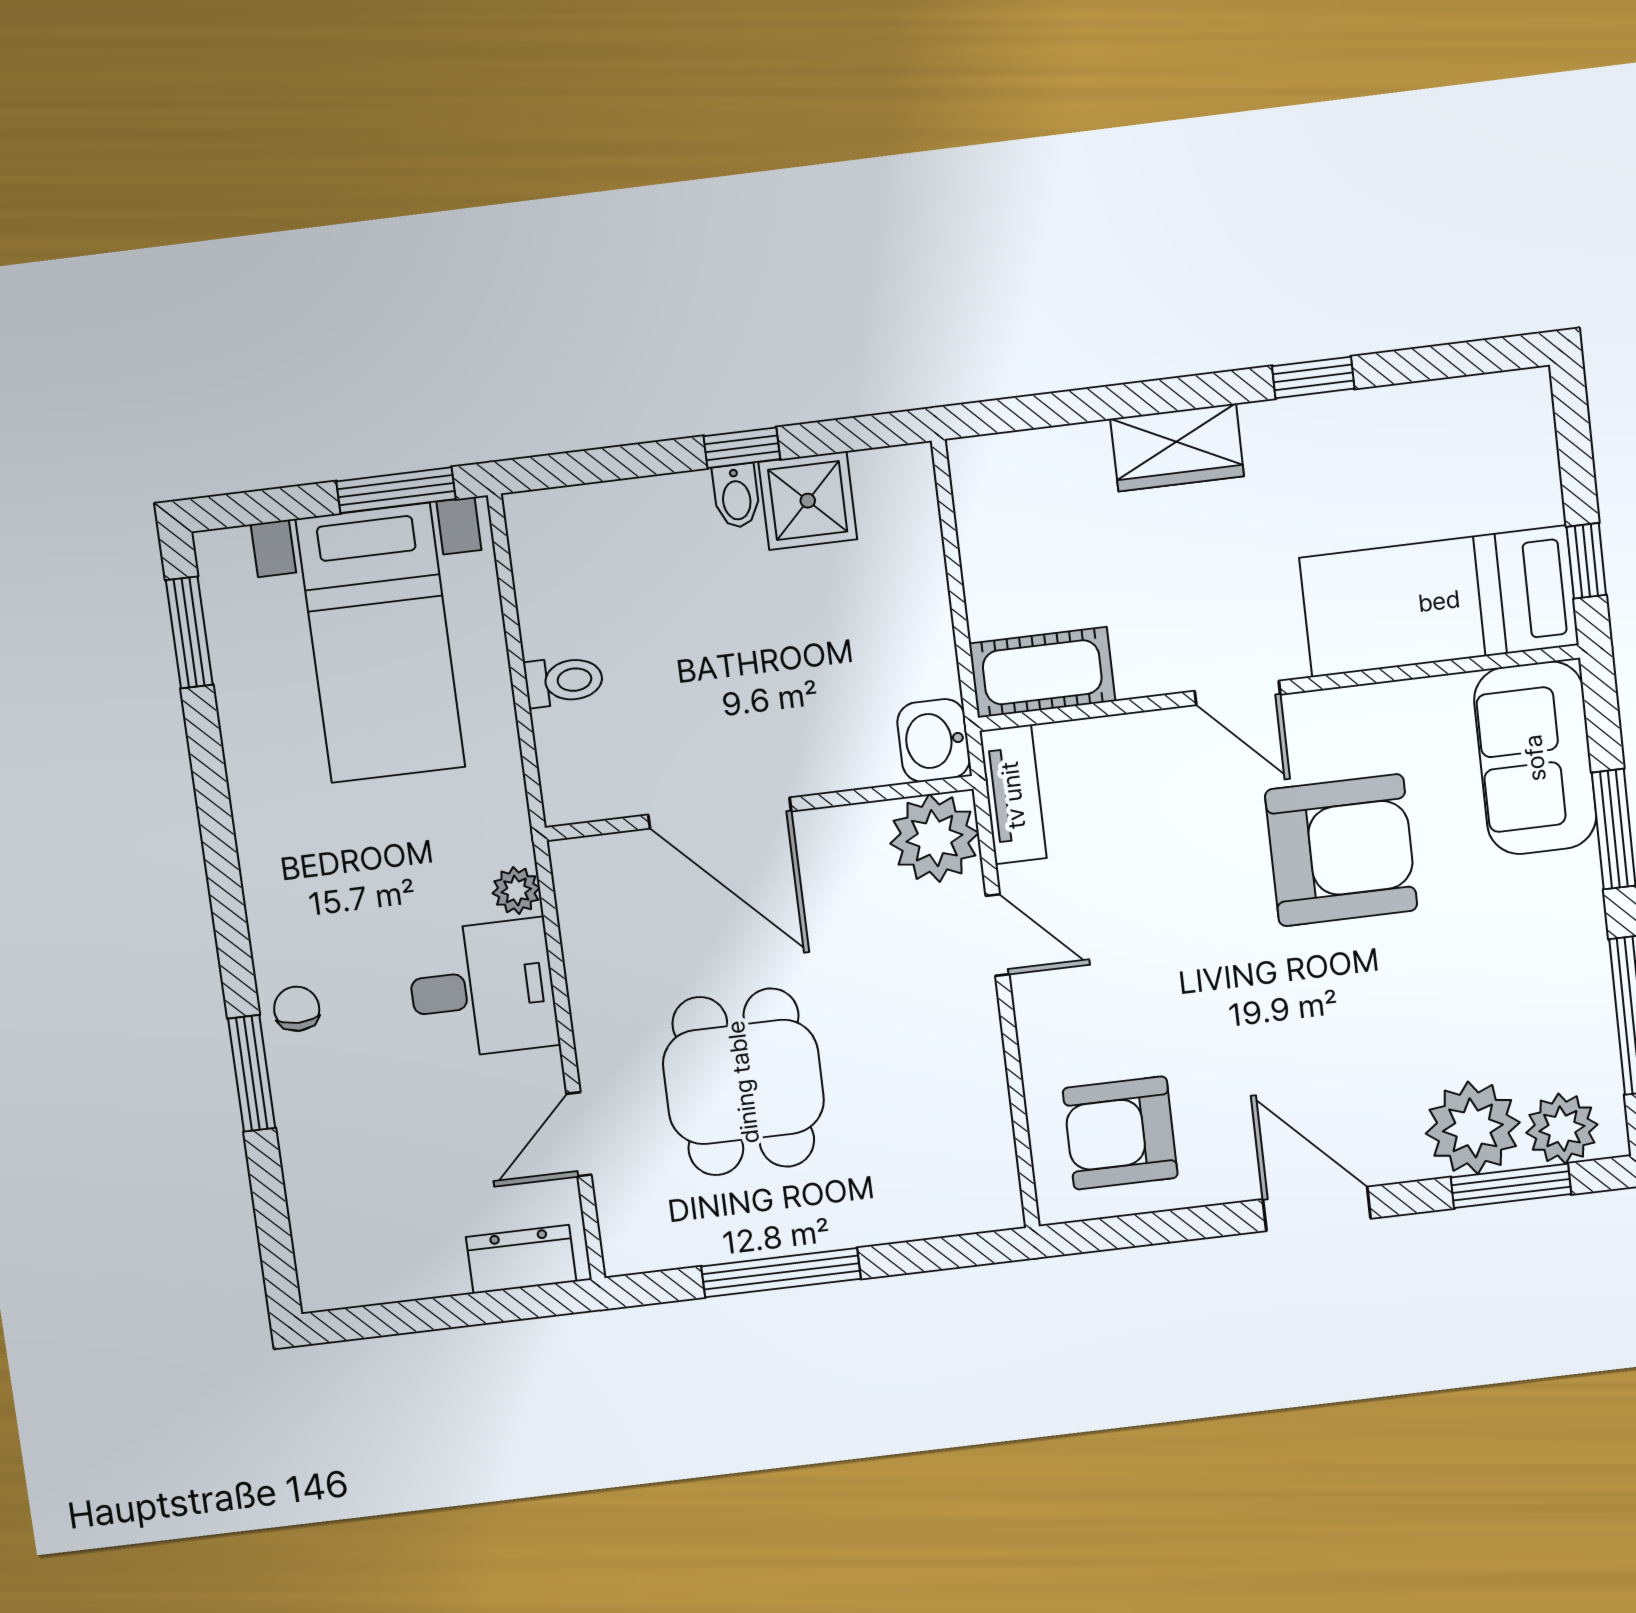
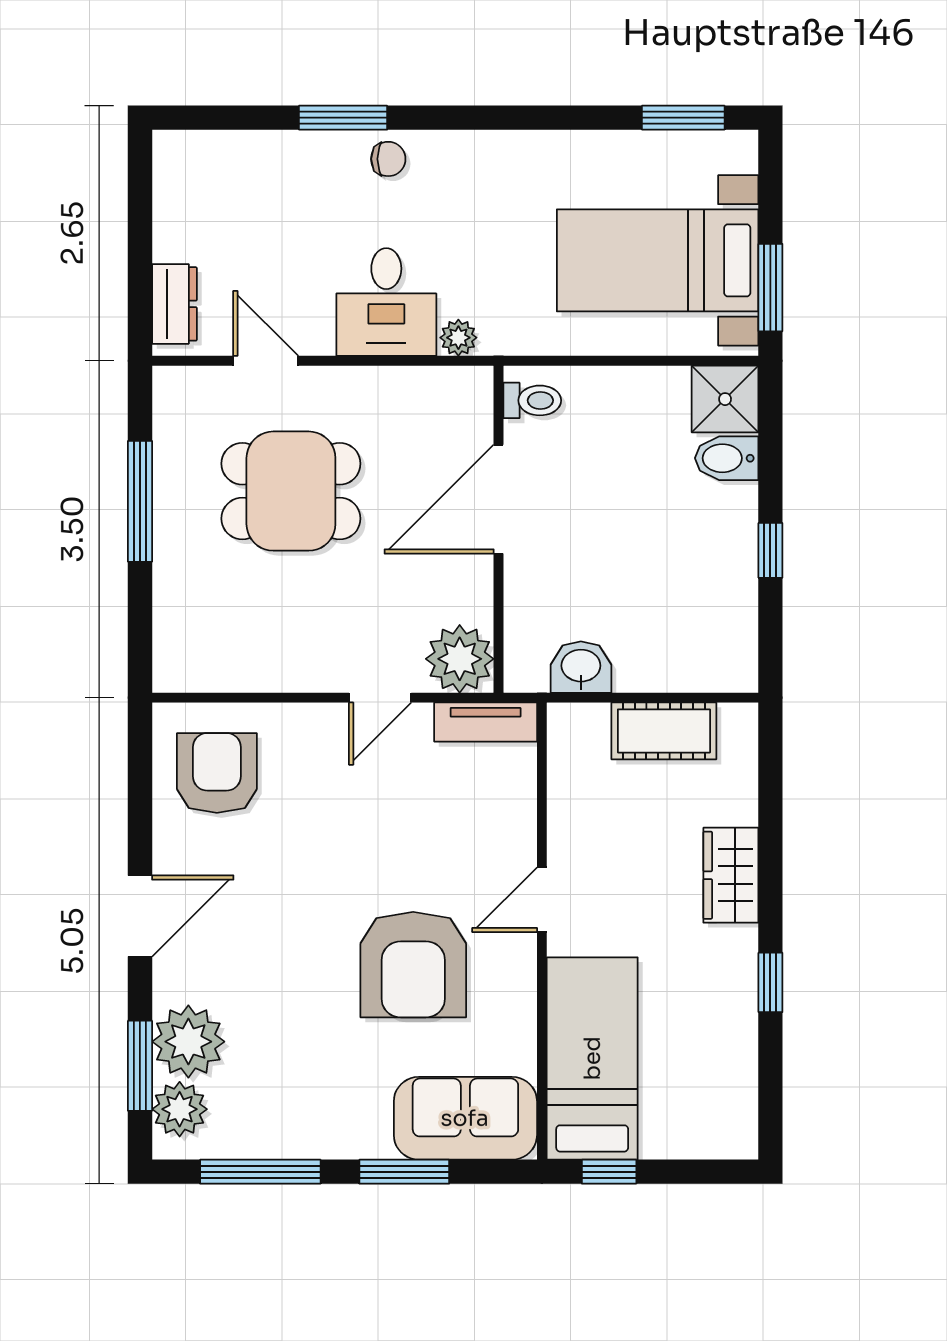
bidet: (736, 496) -> (727, 458), moved, width x1.38, depth x1.36
shower: (808, 501) -> (725, 399), moved
cot: (1042, 672) -> (664, 731), moved, turned 90
toilet: (564, 681) -> (532, 400), moved, turned -90
washbasin: (934, 740) -> (581, 667), moved

